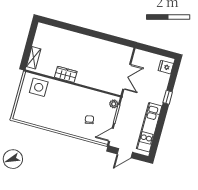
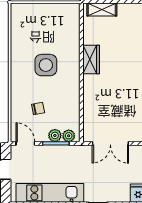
side table: (39, 87) -> (46, 65), moved
plant: (111, 113) -> (55, 135), added

